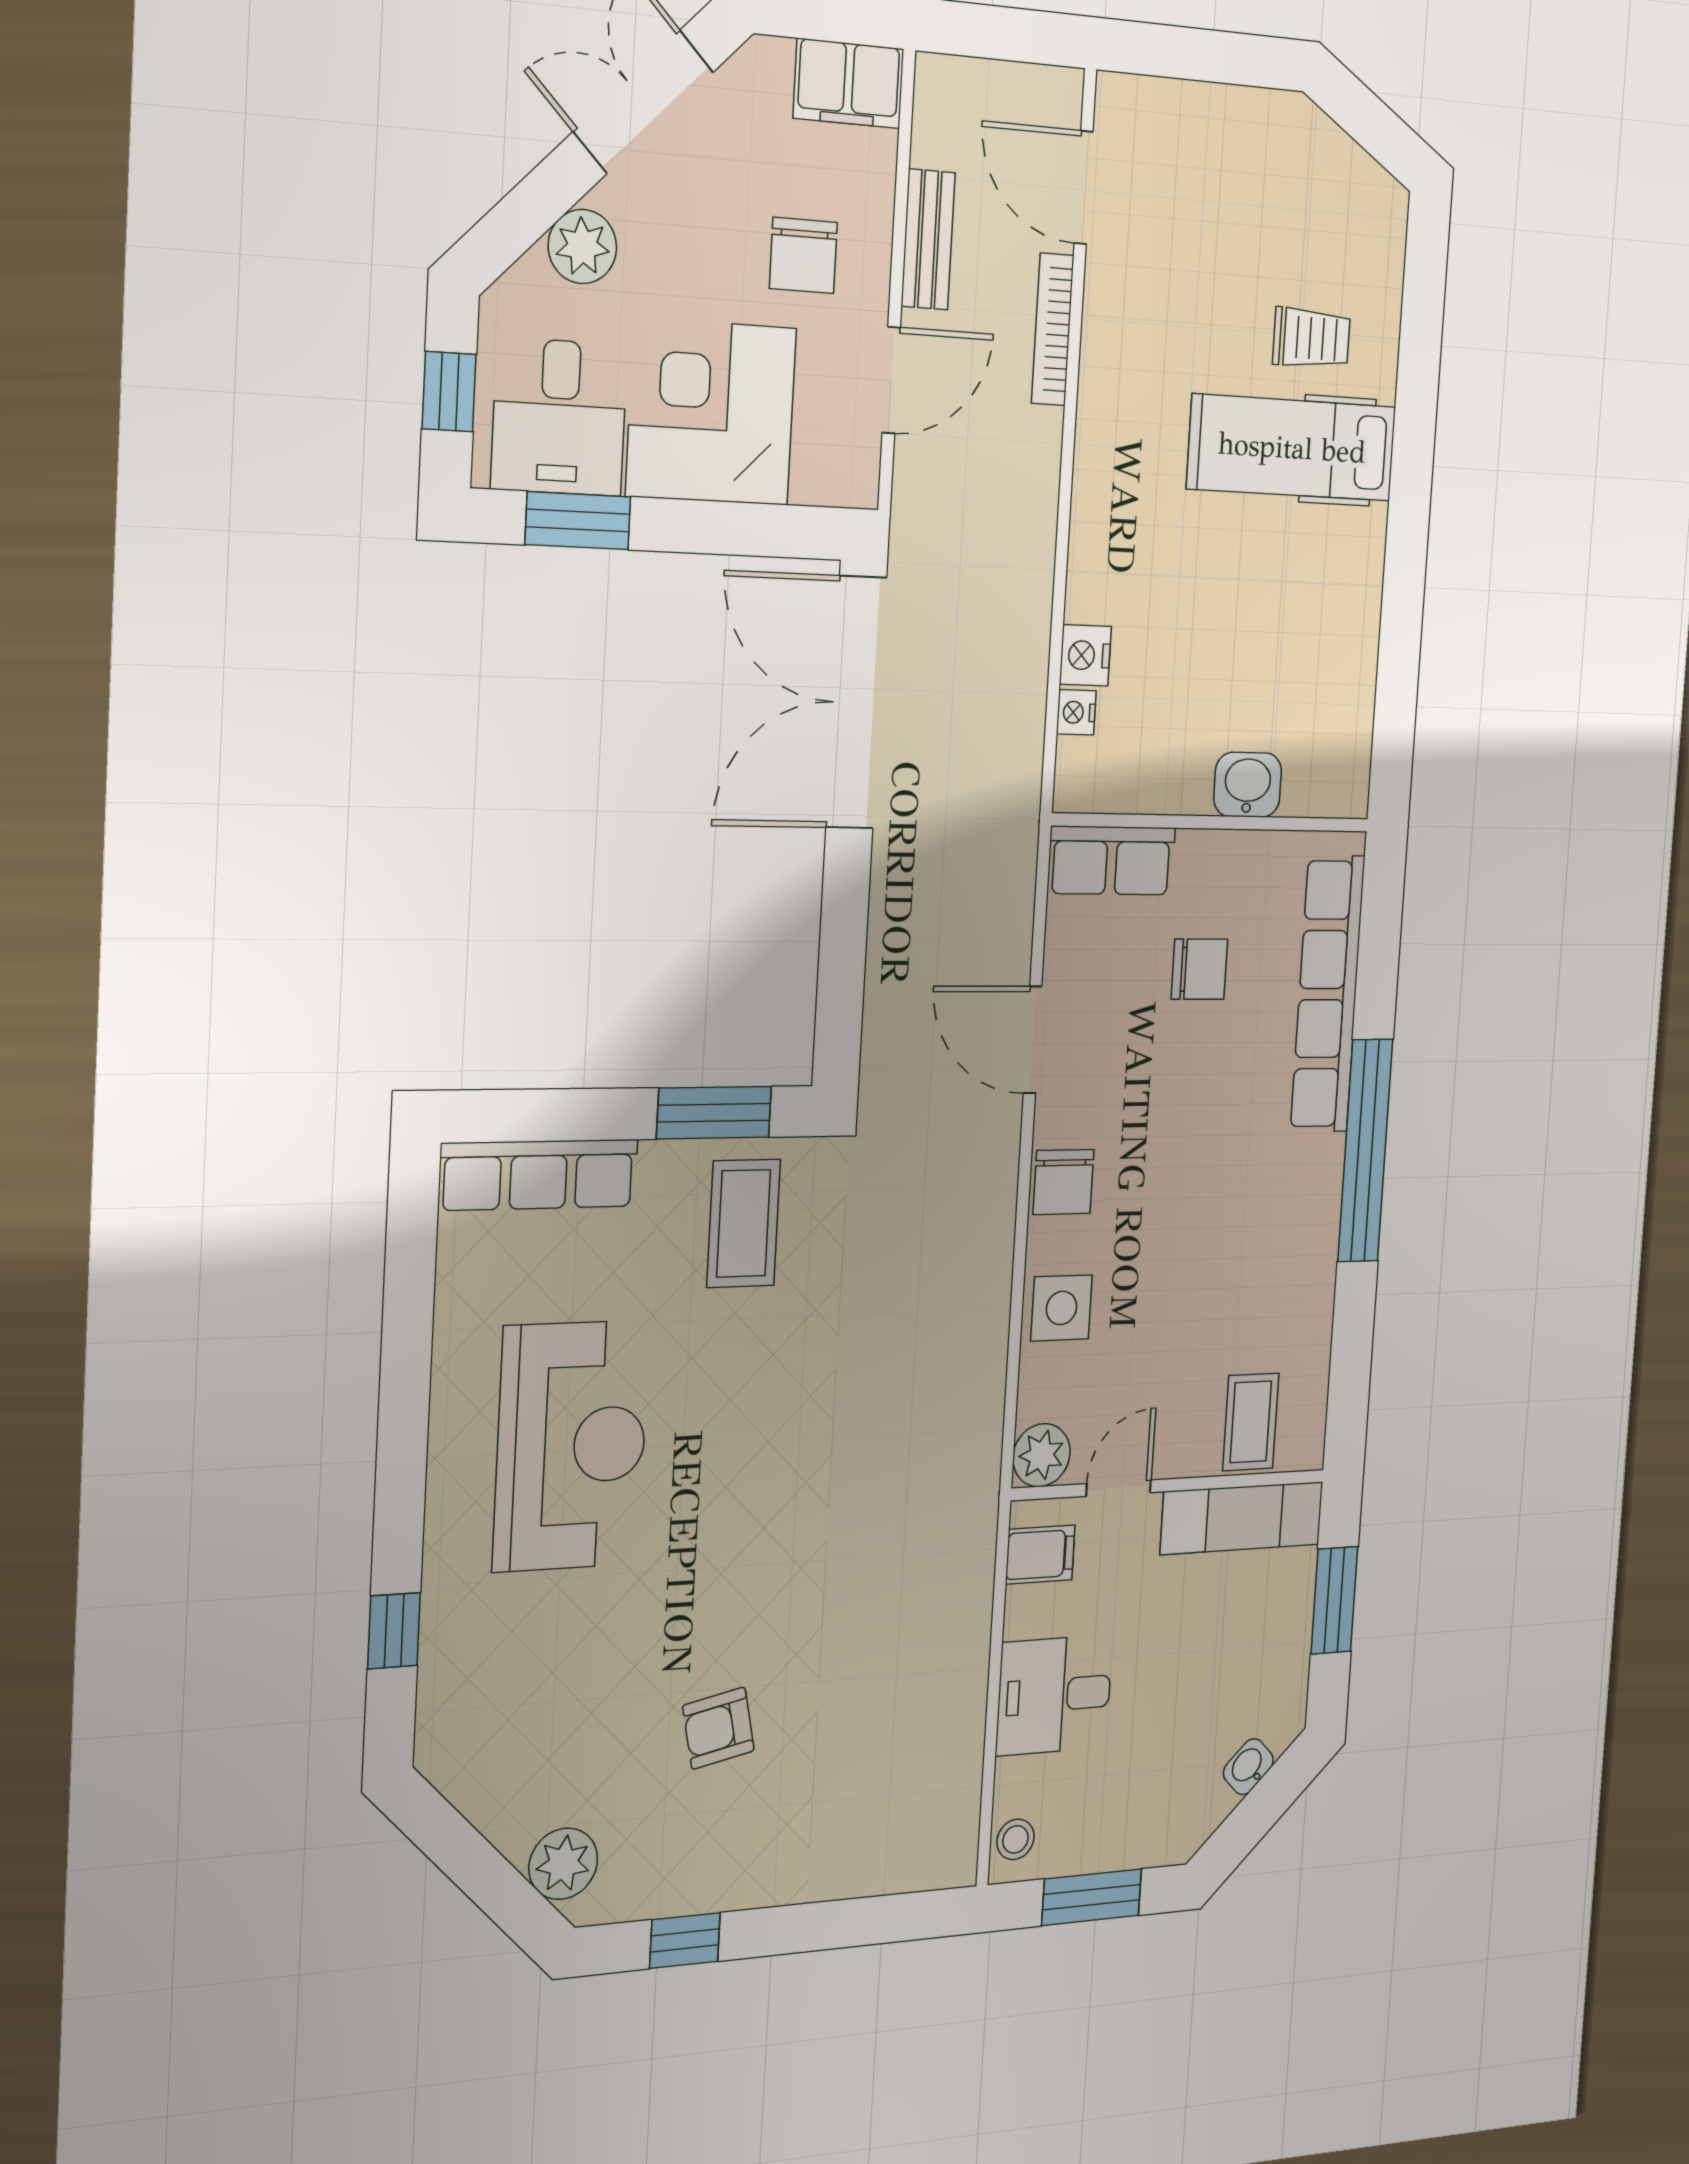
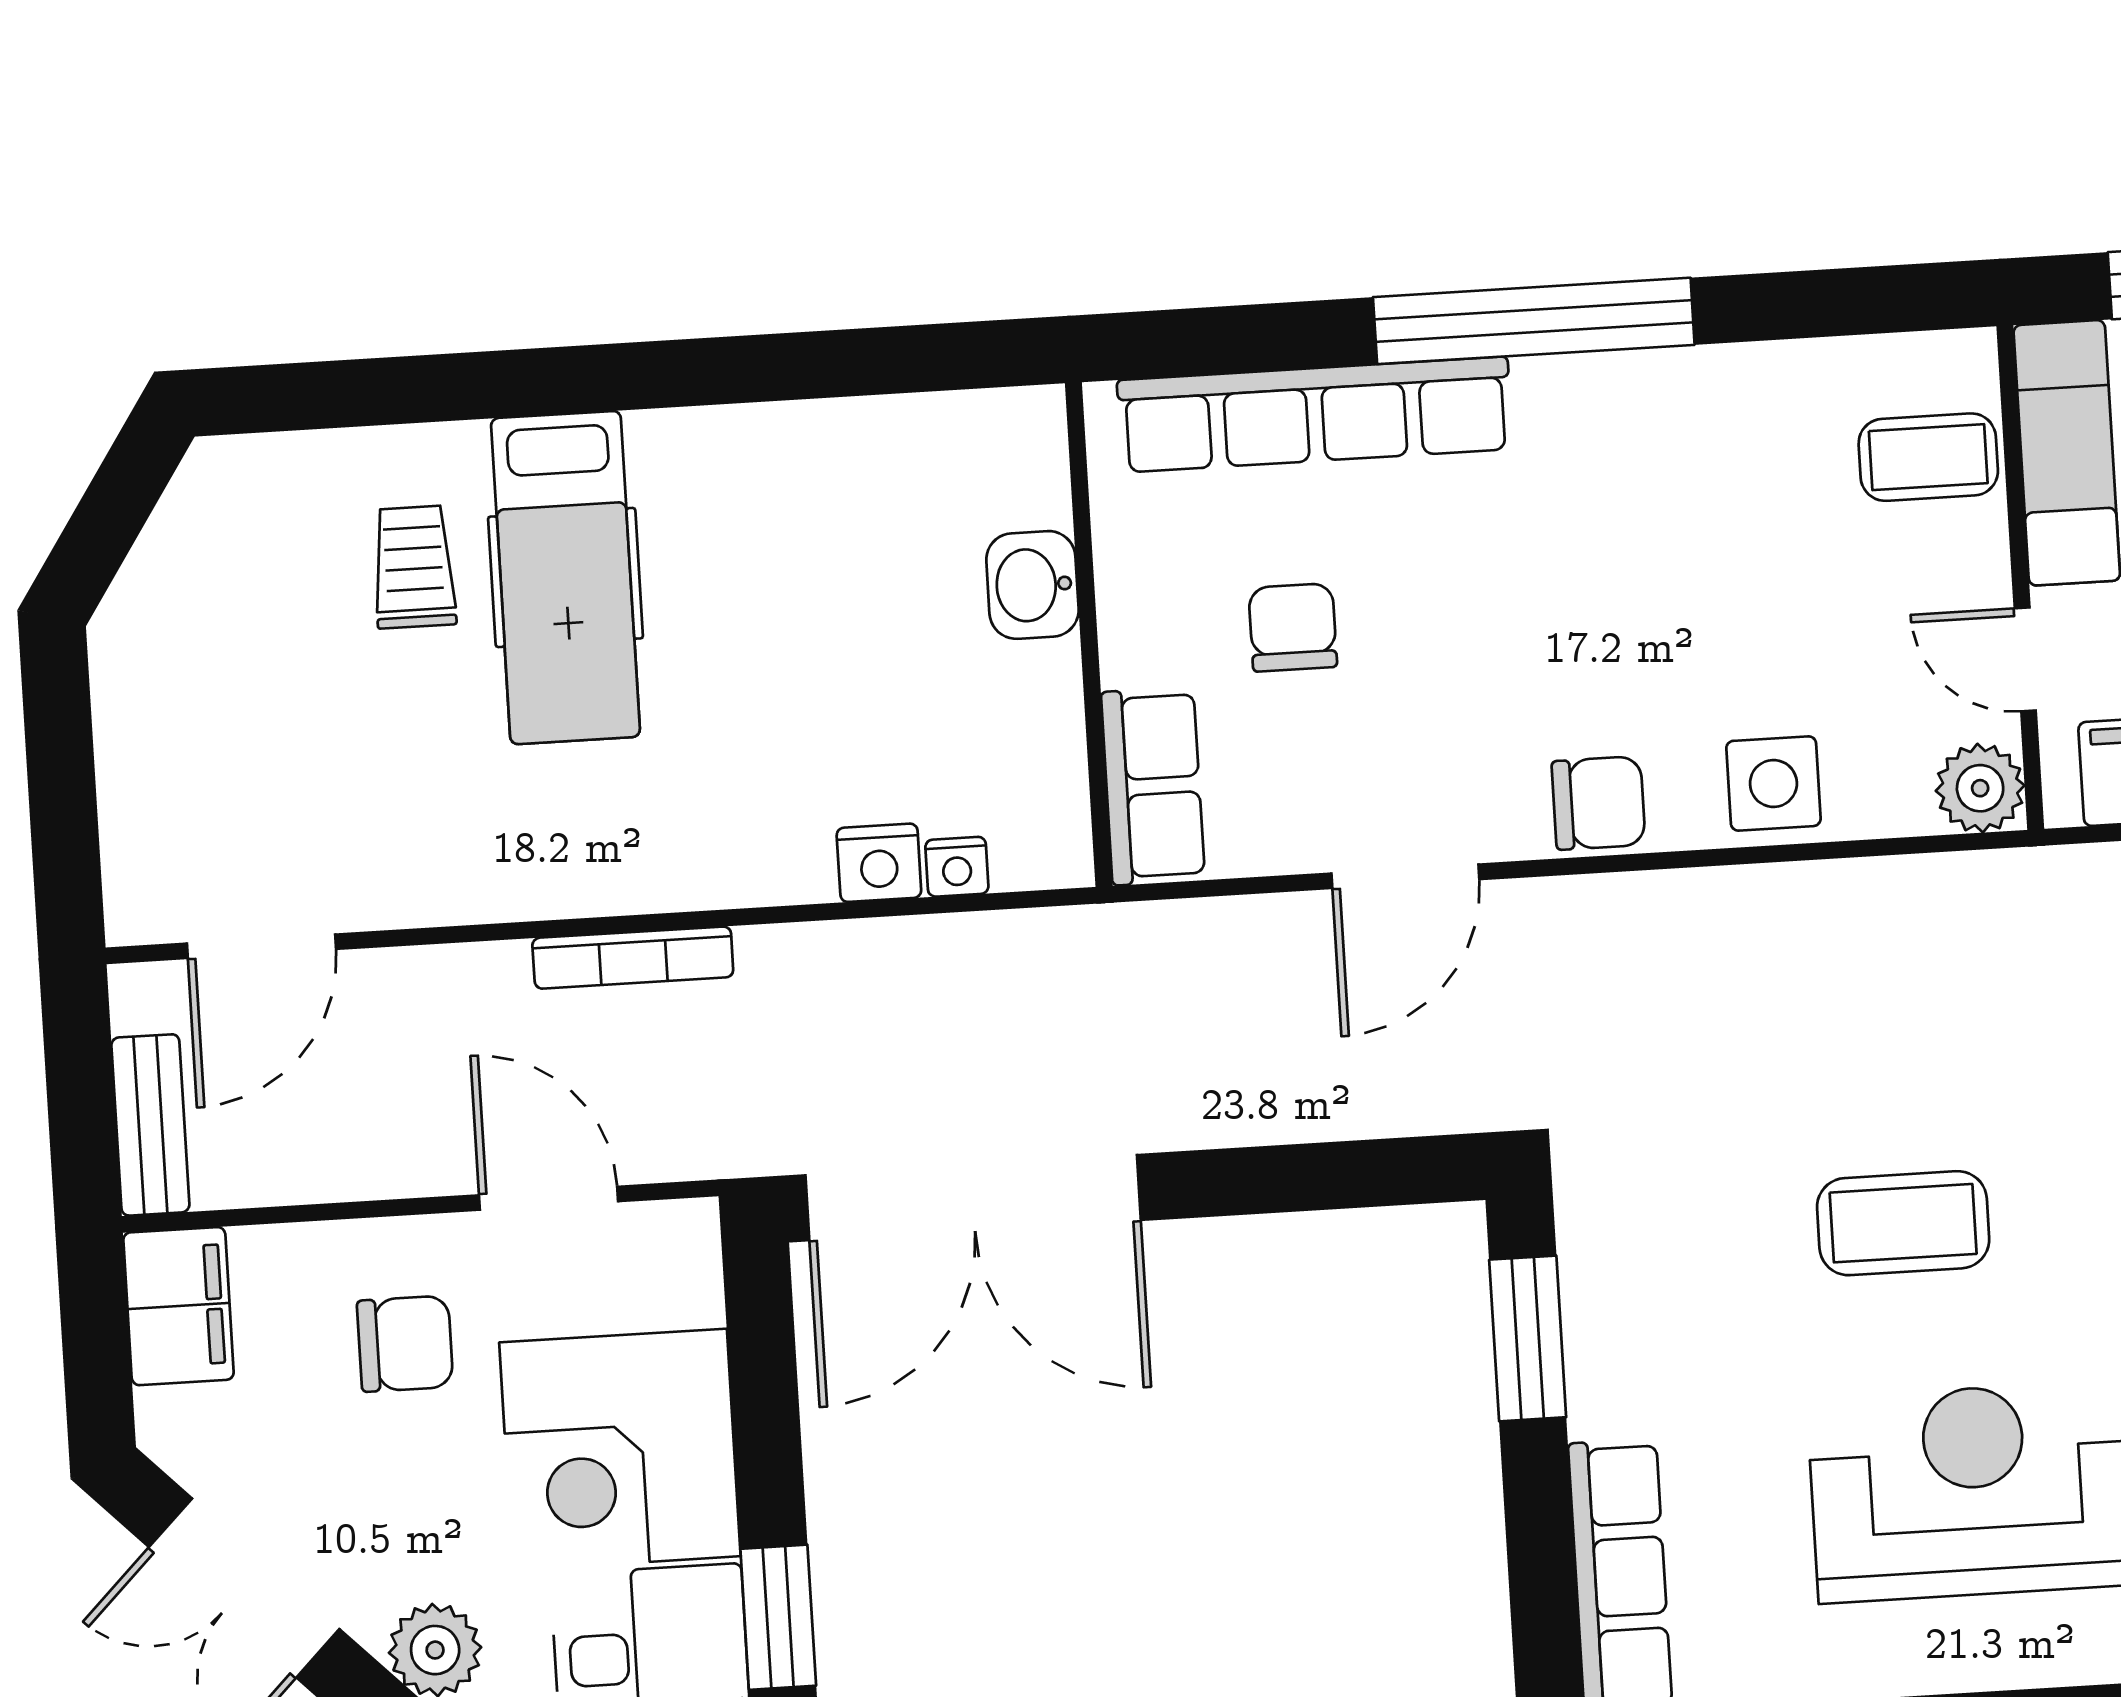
bench: (928, 239) -> (150, 1125), moved, turned 90
bookcase: (1053, 329) -> (633, 958), moved
coffee table: (744, 1223) -> (1903, 1223), moved

